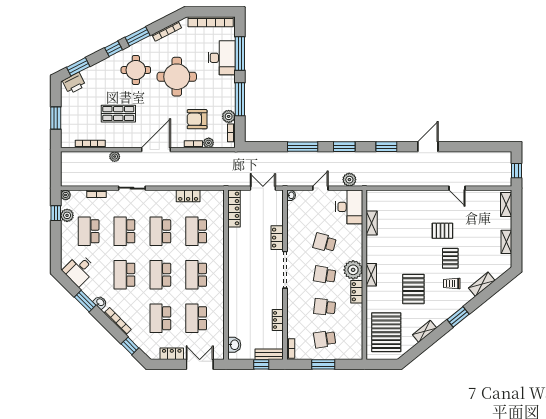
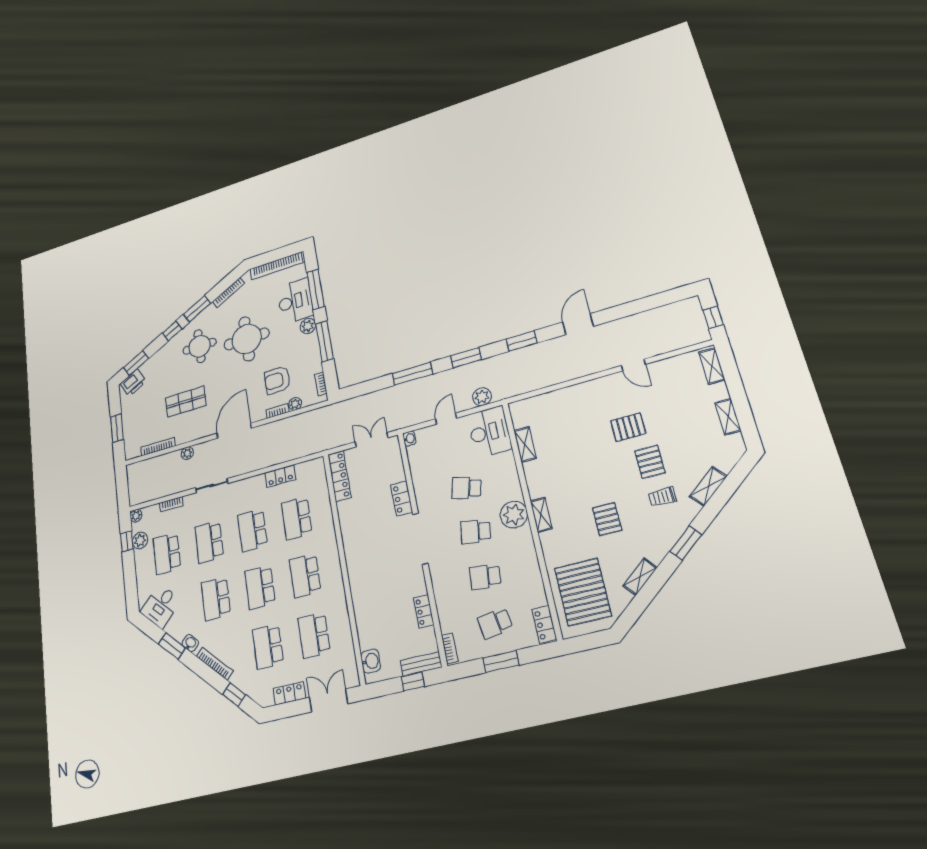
plant: (229, 116) -> (308, 326), moved
pallet: (413, 289) -> (607, 519), width x0.67, depth x0.71
locker: (357, 292) -> (544, 624), moved

